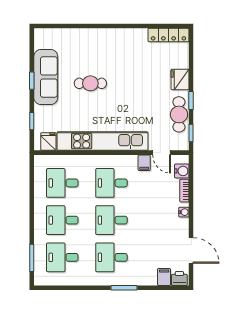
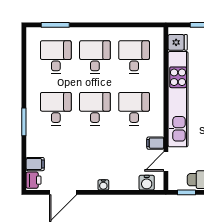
bookcase: (184, 191) -> (126, 185), removed

